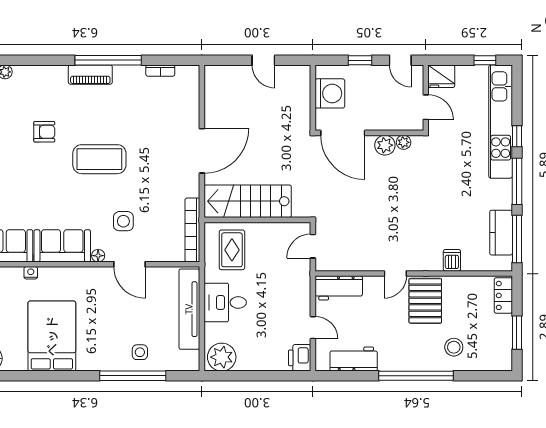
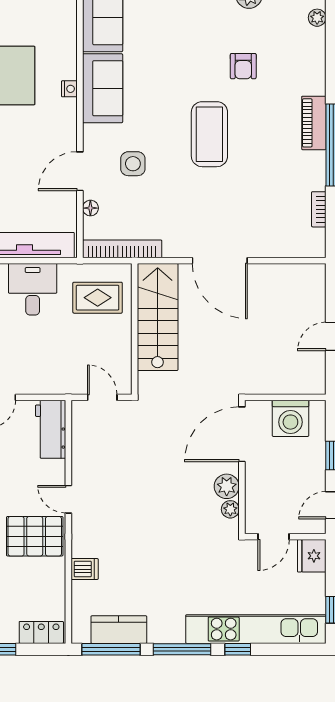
floor lamp: (98, 256) -> (90, 208), moved
nightstand: (31, 273) -> (69, 89), moved

